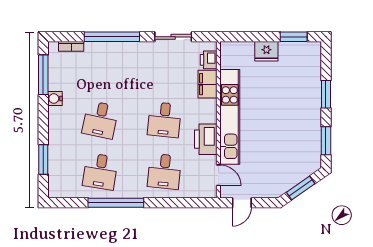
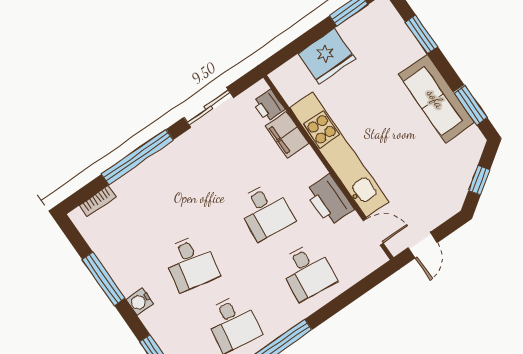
fridge: (266, 51) -> (327, 56), width x1.36, depth x1.34
window: (43, 75) -> (104, 279), moved
window: (326, 94) -> (421, 34), moved
water cooler: (55, 98) -> (140, 302), moved
sofa: (309, 123) -> (436, 99), added
window: (301, 188) -> (479, 180), width x0.67

